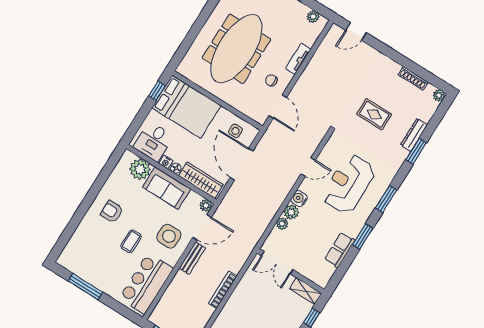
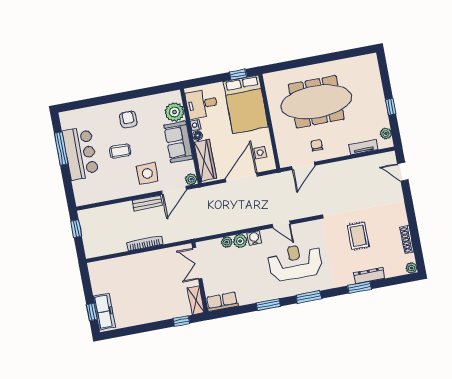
tv unit: (298, 59) -> (363, 147), moved
door: (202, 227) -> (174, 190), hinge flipped
row of seats: (340, 250) -> (222, 302), moved
bar counter: (146, 283) -> (80, 153), moved, turned 90

